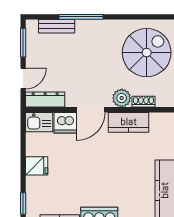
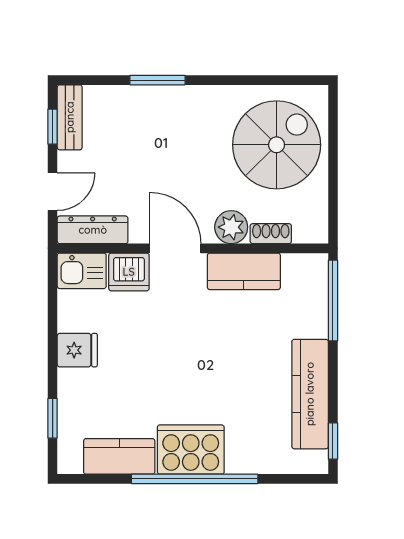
window: (81, 17) -> (158, 80), width x0.69
bench: (57, 26) -> (70, 117), moved, turned 90
window: (23, 43) -> (53, 127), width x0.67
door: (91, 110) -> (175, 248), swing flipped

